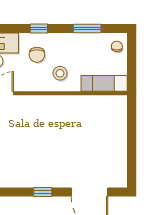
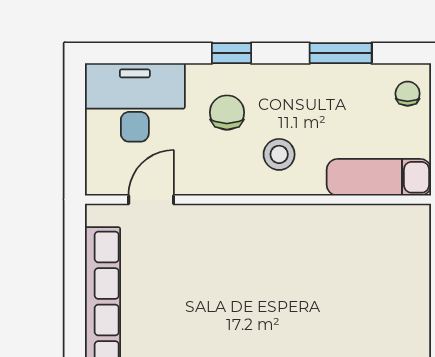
chair: (37, 55) -> (227, 113), turned 180

